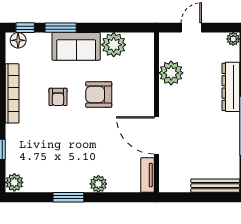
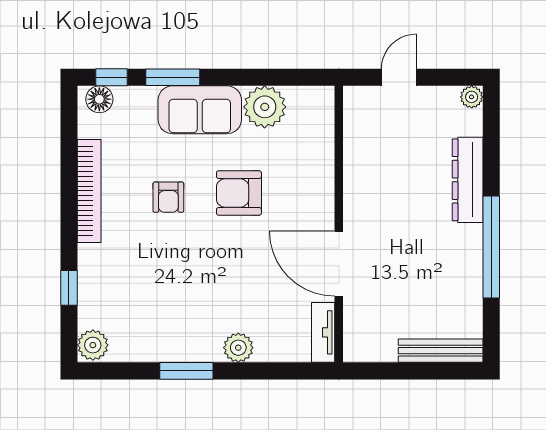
plant: (171, 73) -> (364, 156), removed

